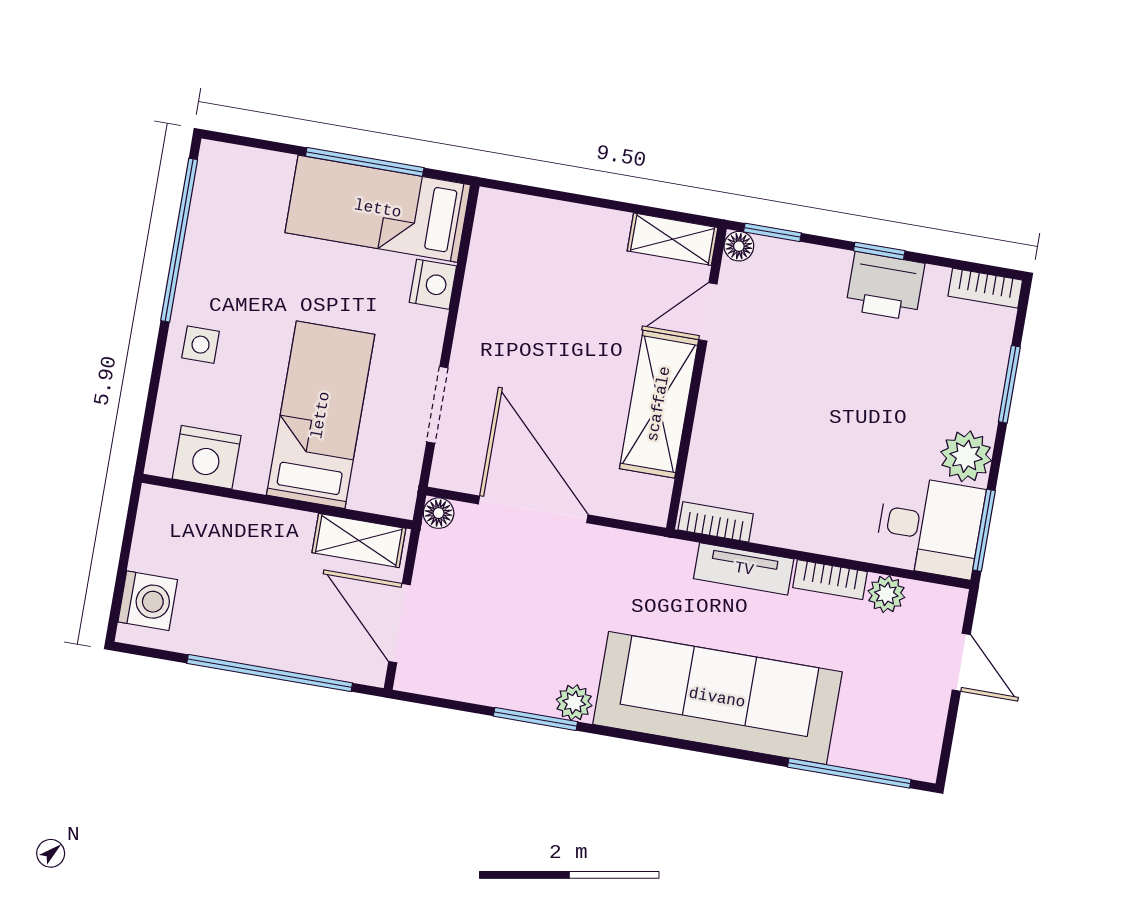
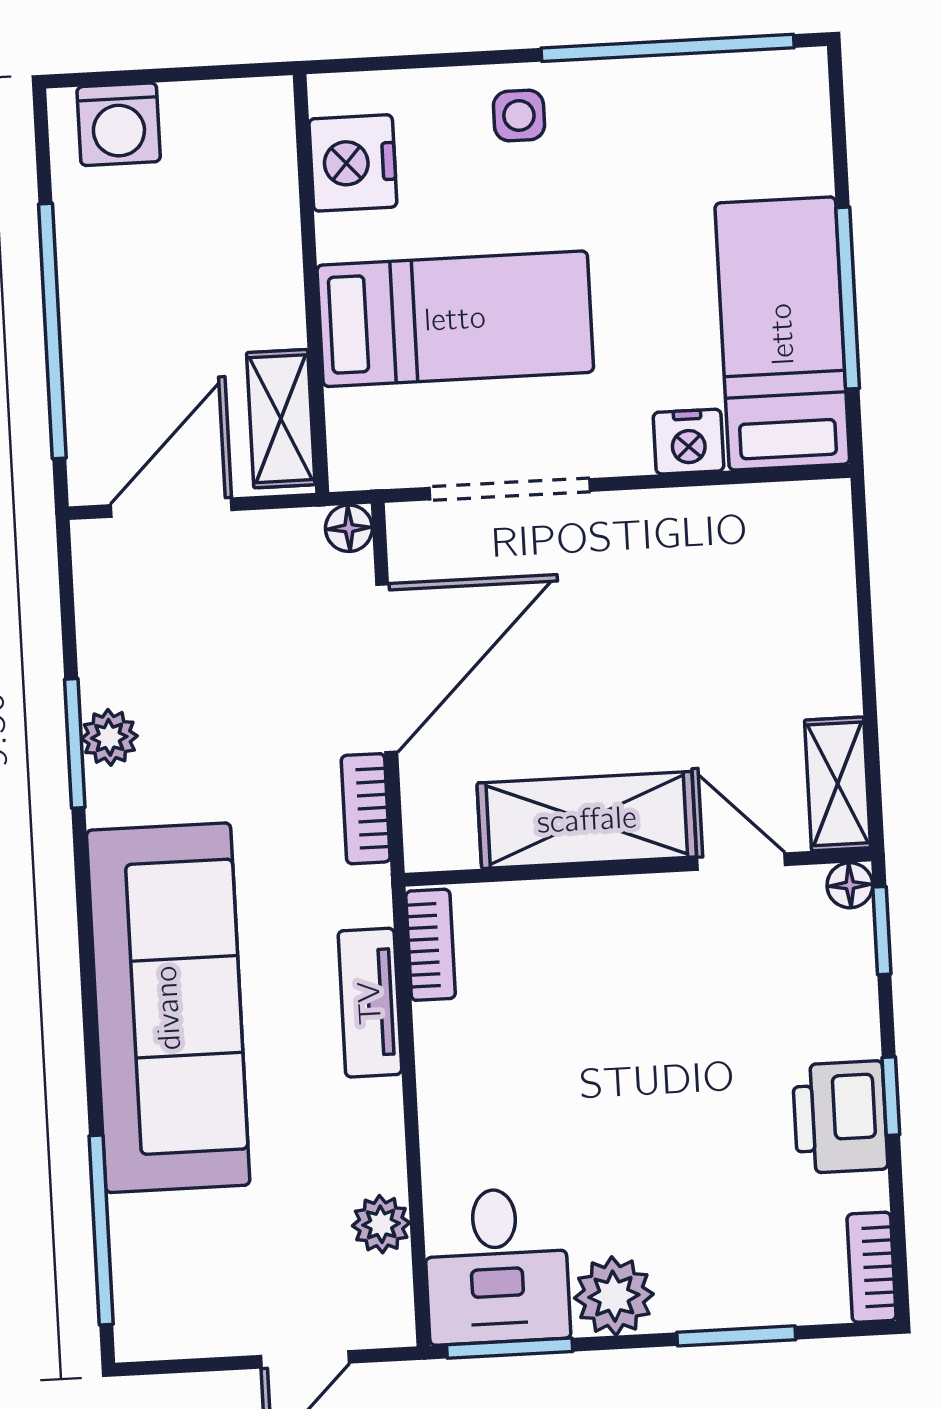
doorway: (437, 405) -> (510, 489), width x1.38
bookcase: (830, 580) -> (366, 809), moved
plant: (574, 703) -> (109, 737), moved

